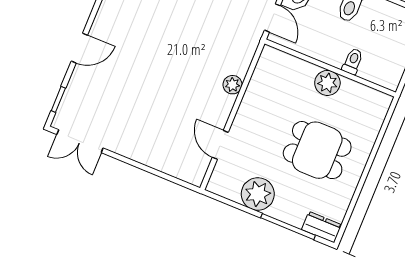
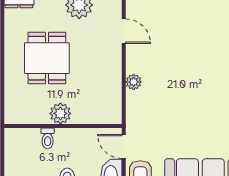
dining table: (317, 150) -> (47, 58), turned 90

